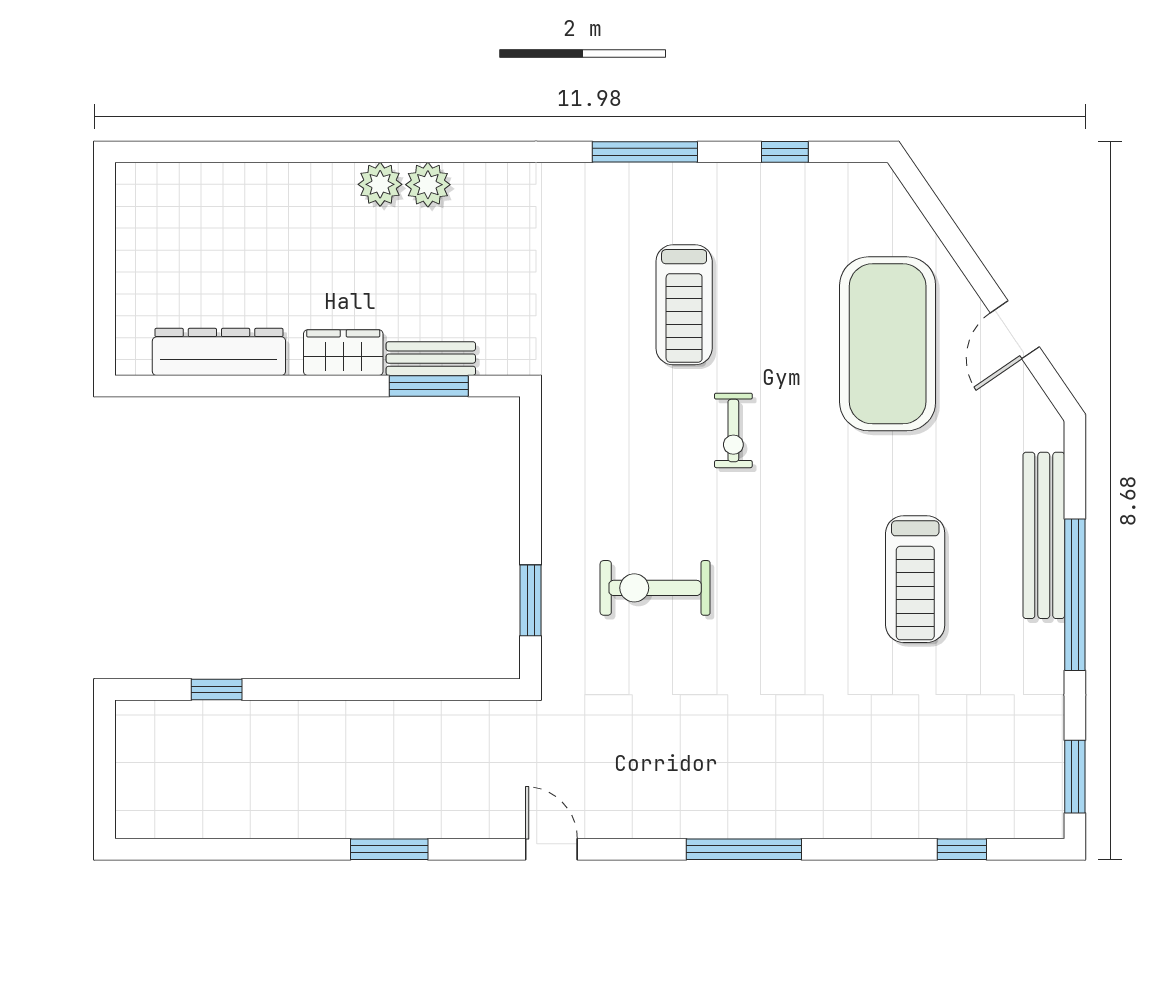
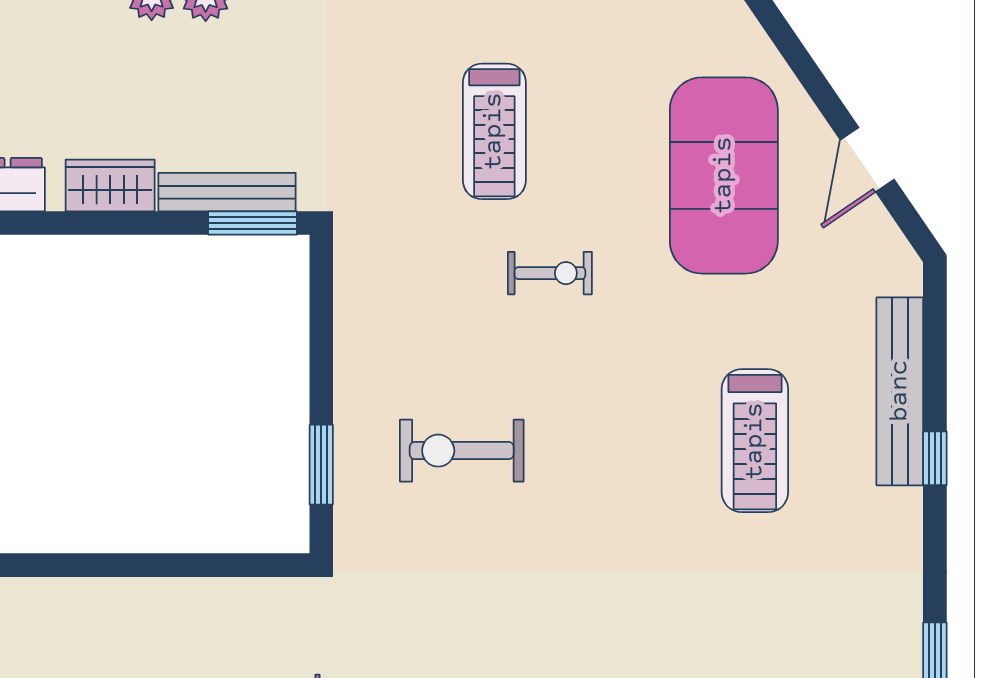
bench: (431, 359) -> (227, 192), width x1.36
window: (429, 386) -> (253, 223), moved
exercise bike: (733, 430) -> (550, 273), turned -90
window: (1075, 595) -> (935, 458), width x0.32

